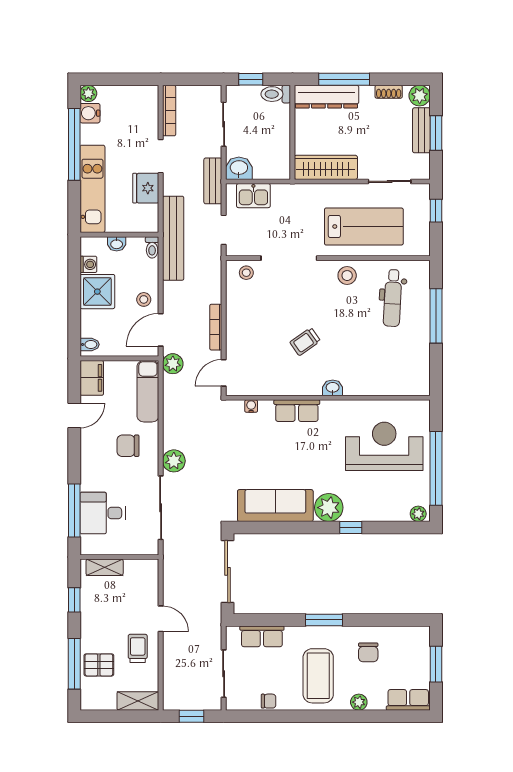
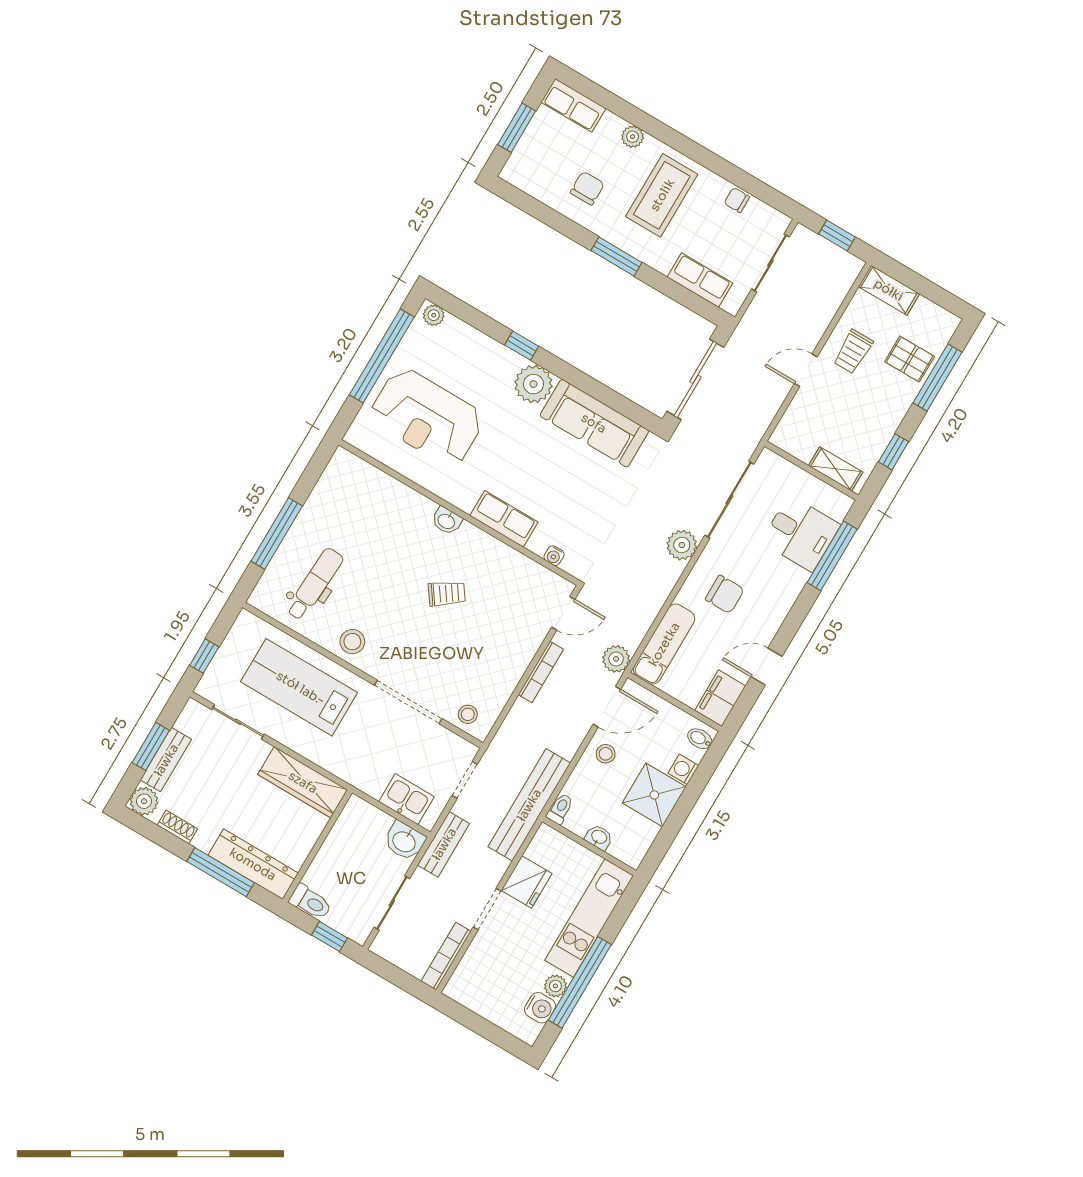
plant: (88, 93) -> (555, 986), moved
washing machine: (88, 264) -> (683, 769), moved
door: (161, 619) -> (806, 370), hinge flipped

